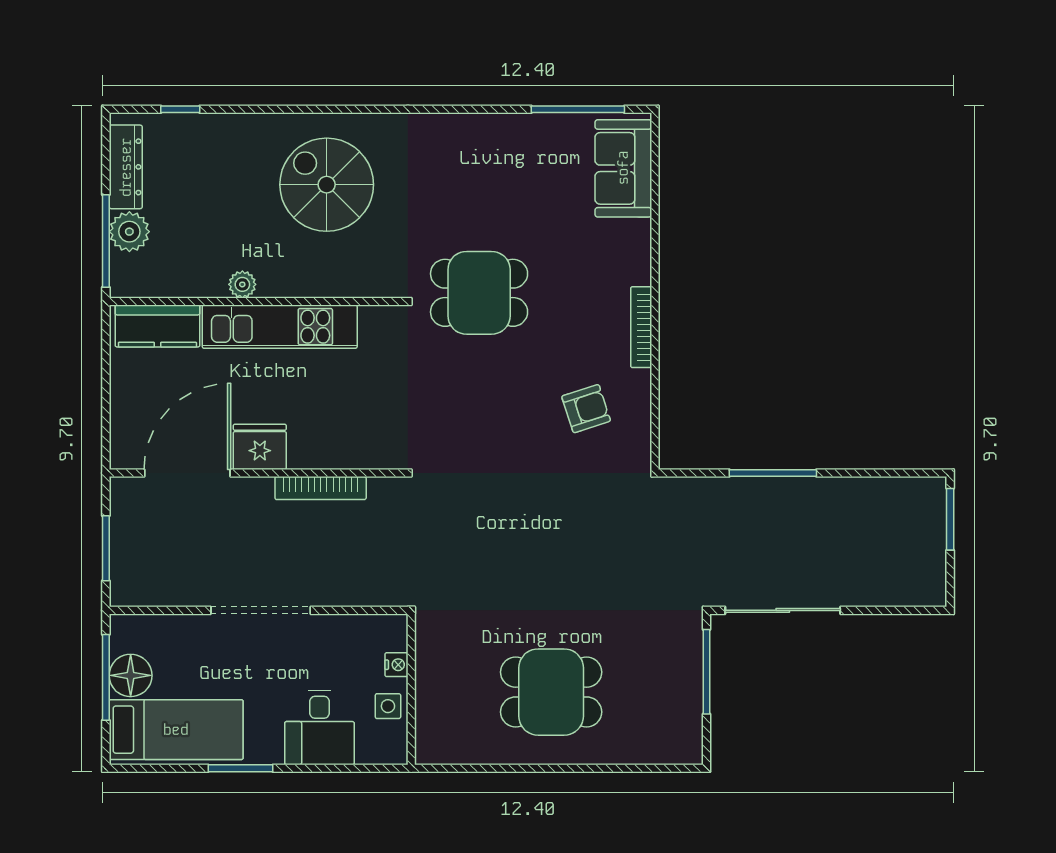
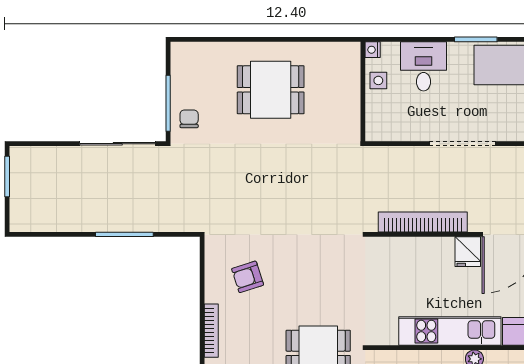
fridge: (260, 447) -> (468, 252), width x0.72
bookcase: (321, 488) -> (423, 222), width x1.48, depth x1.31
window: (950, 519) -> (7, 177), moved
chair: (675, 648) -> (189, 119), added
nightstand: (396, 665) -> (373, 50), moved

